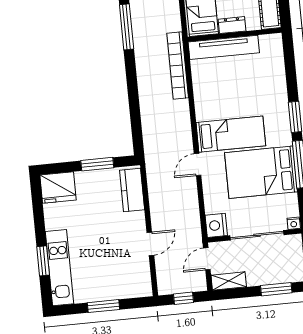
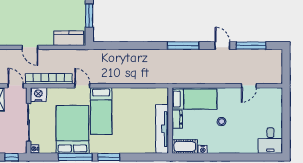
tv unit: (224, 47) -> (162, 129), moved
bookcase: (178, 65) -> (49, 79), moved

